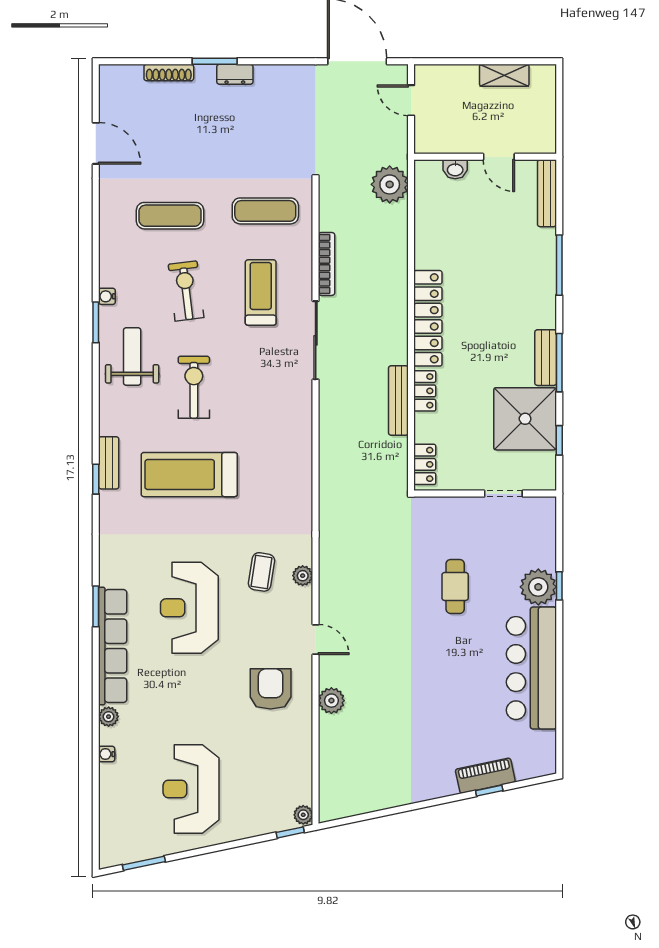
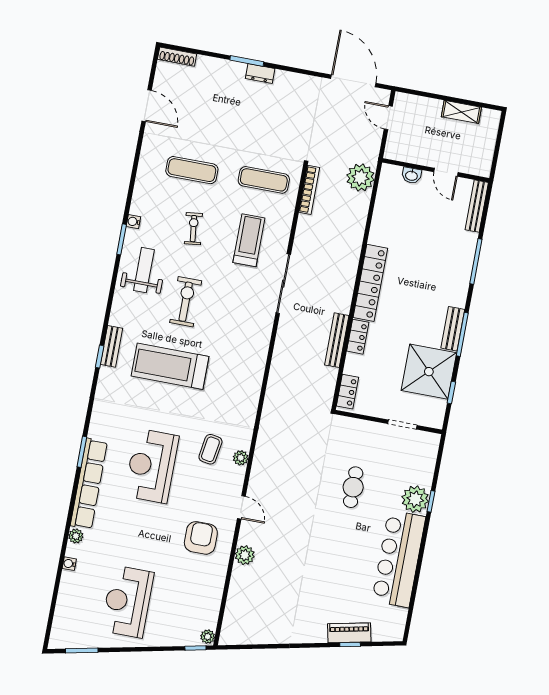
shoe rack: (169, 73) -> (177, 57), moved
bookcase: (327, 264) -> (309, 190), moved
exercise bike: (186, 291) -> (193, 229), width x0.73, depth x0.72

